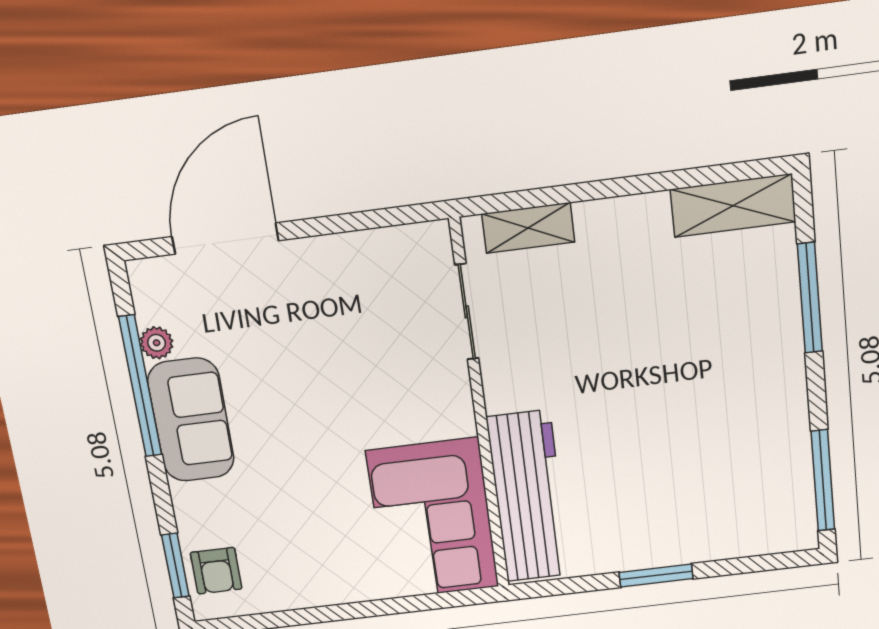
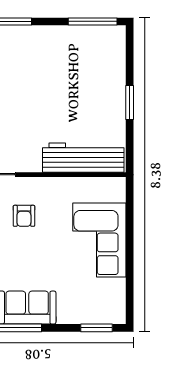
corner sofa: (433, 519) -> (99, 240), moved, turned 90
armchair: (216, 571) -> (24, 216), moved, turned 90

